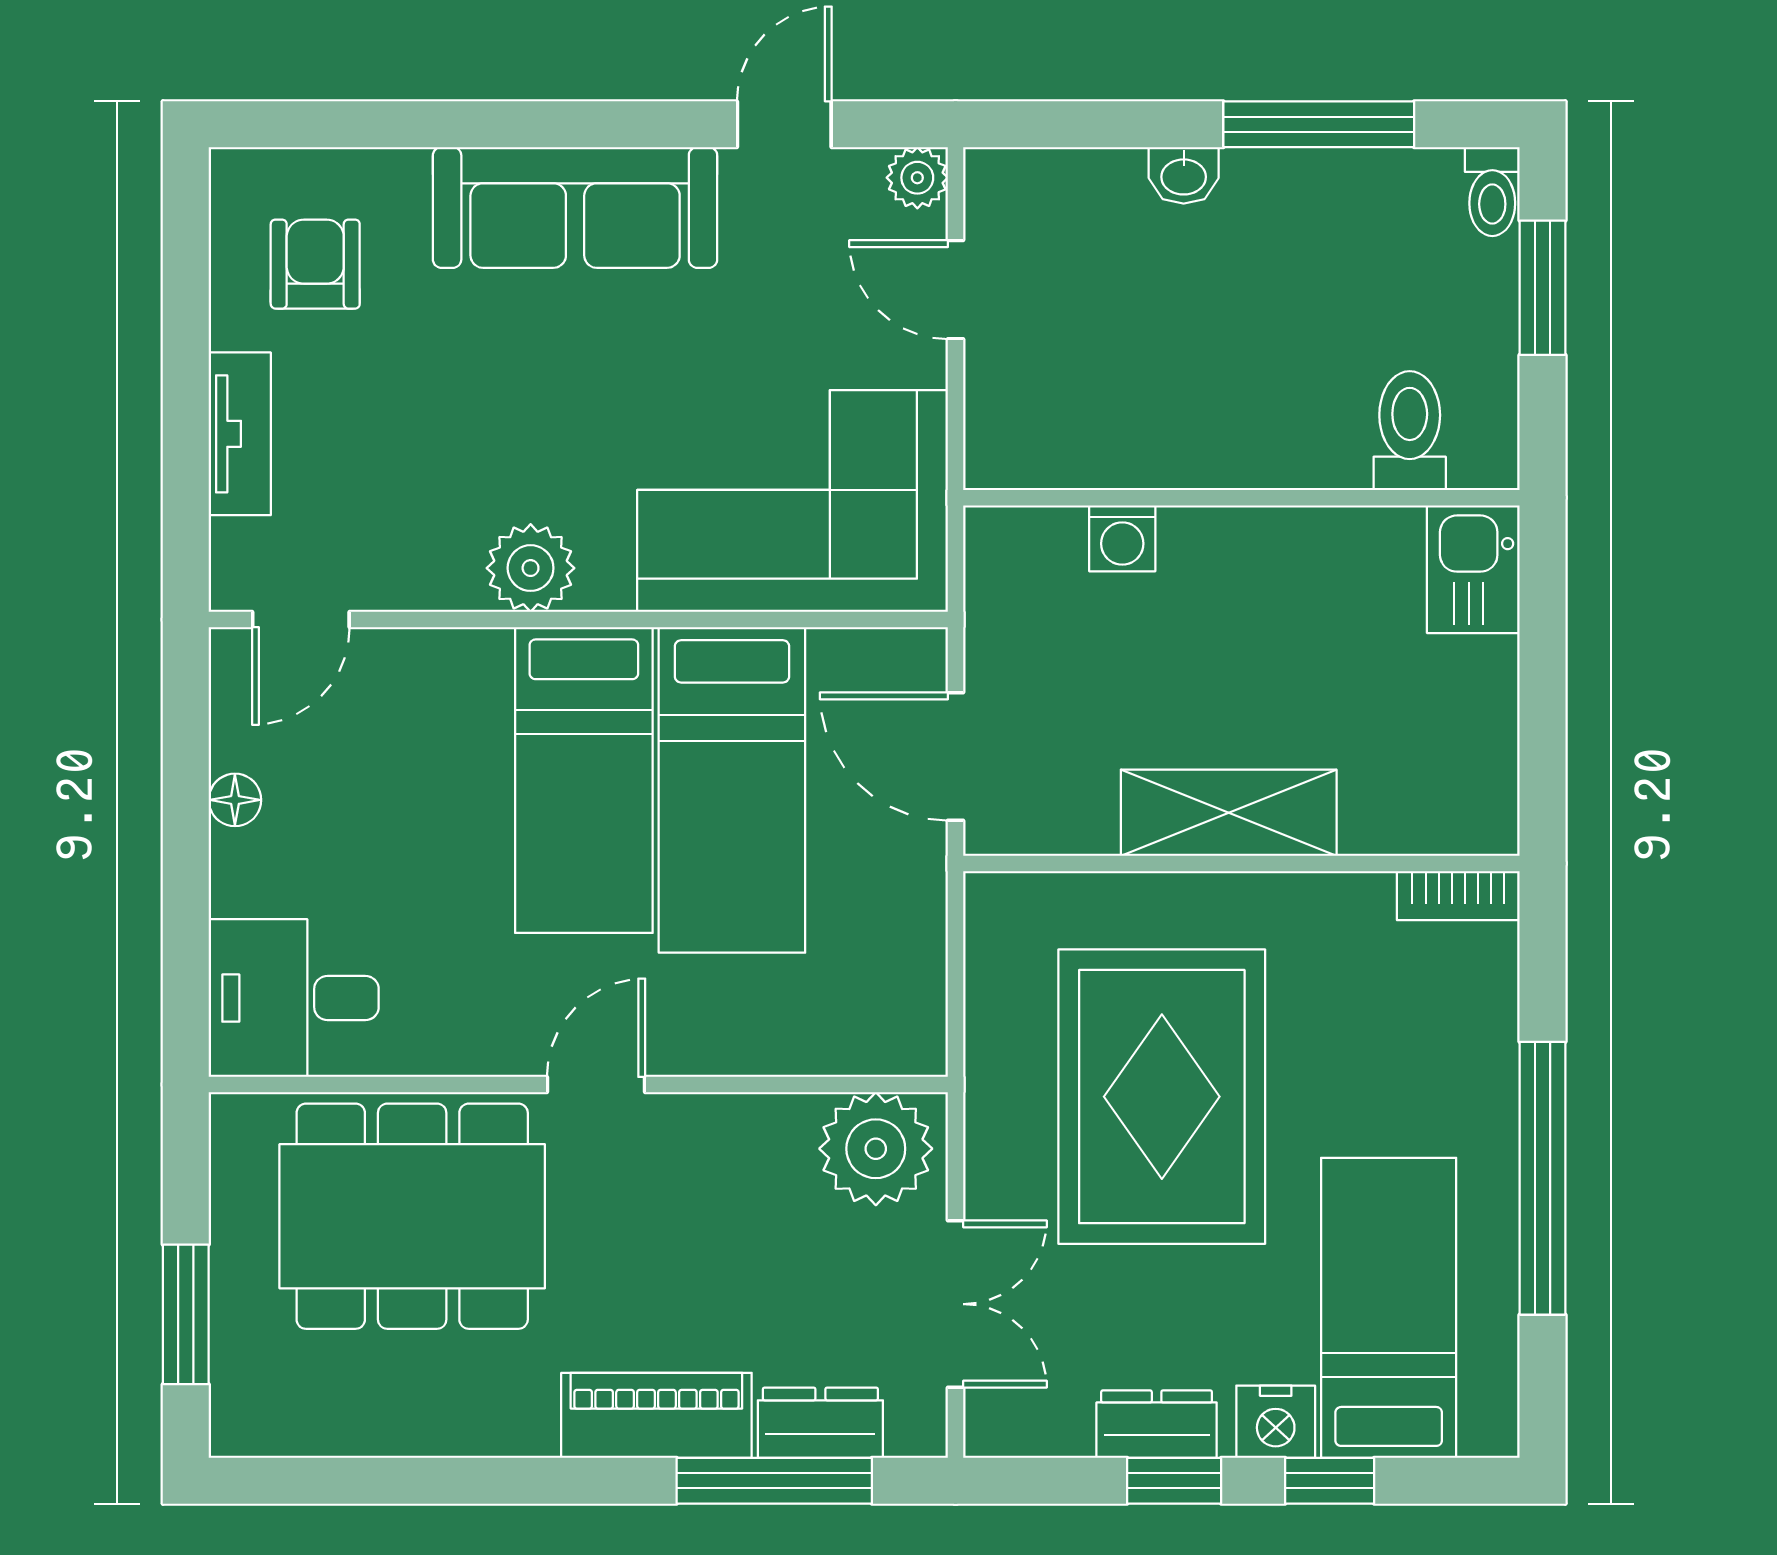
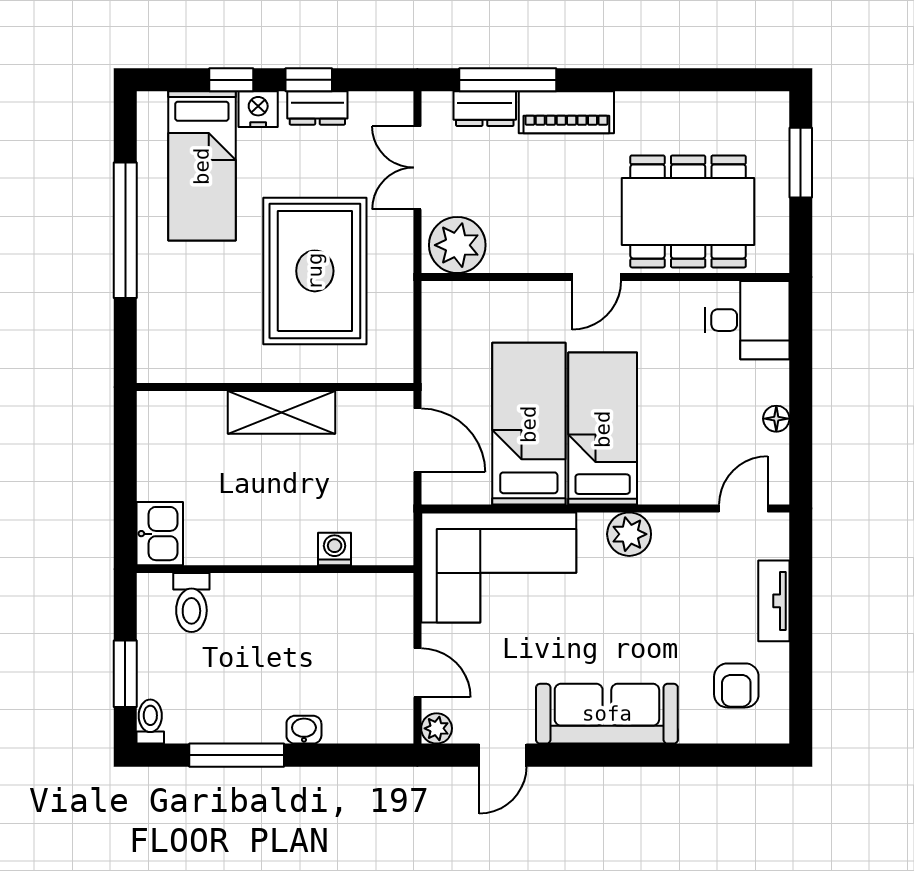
bookcase: (1458, 896) -> (167, 371), removed

